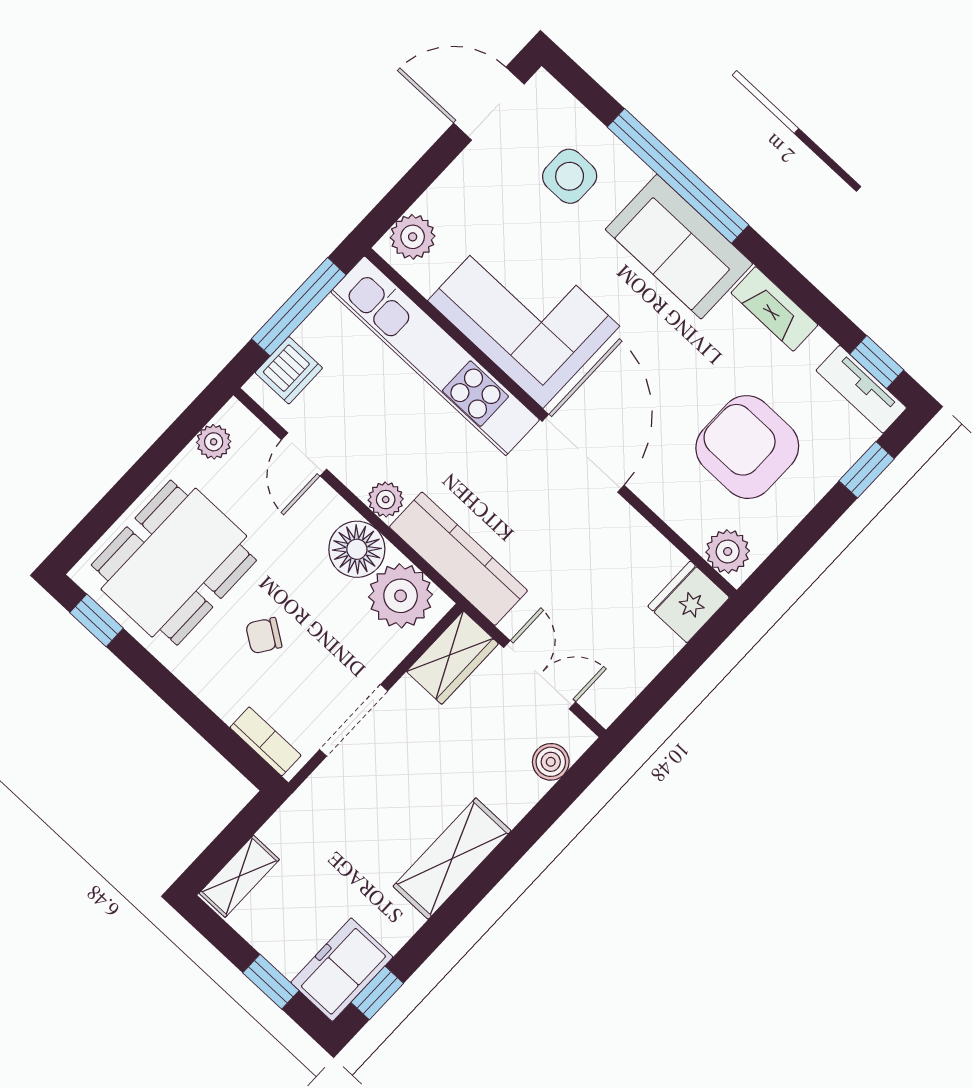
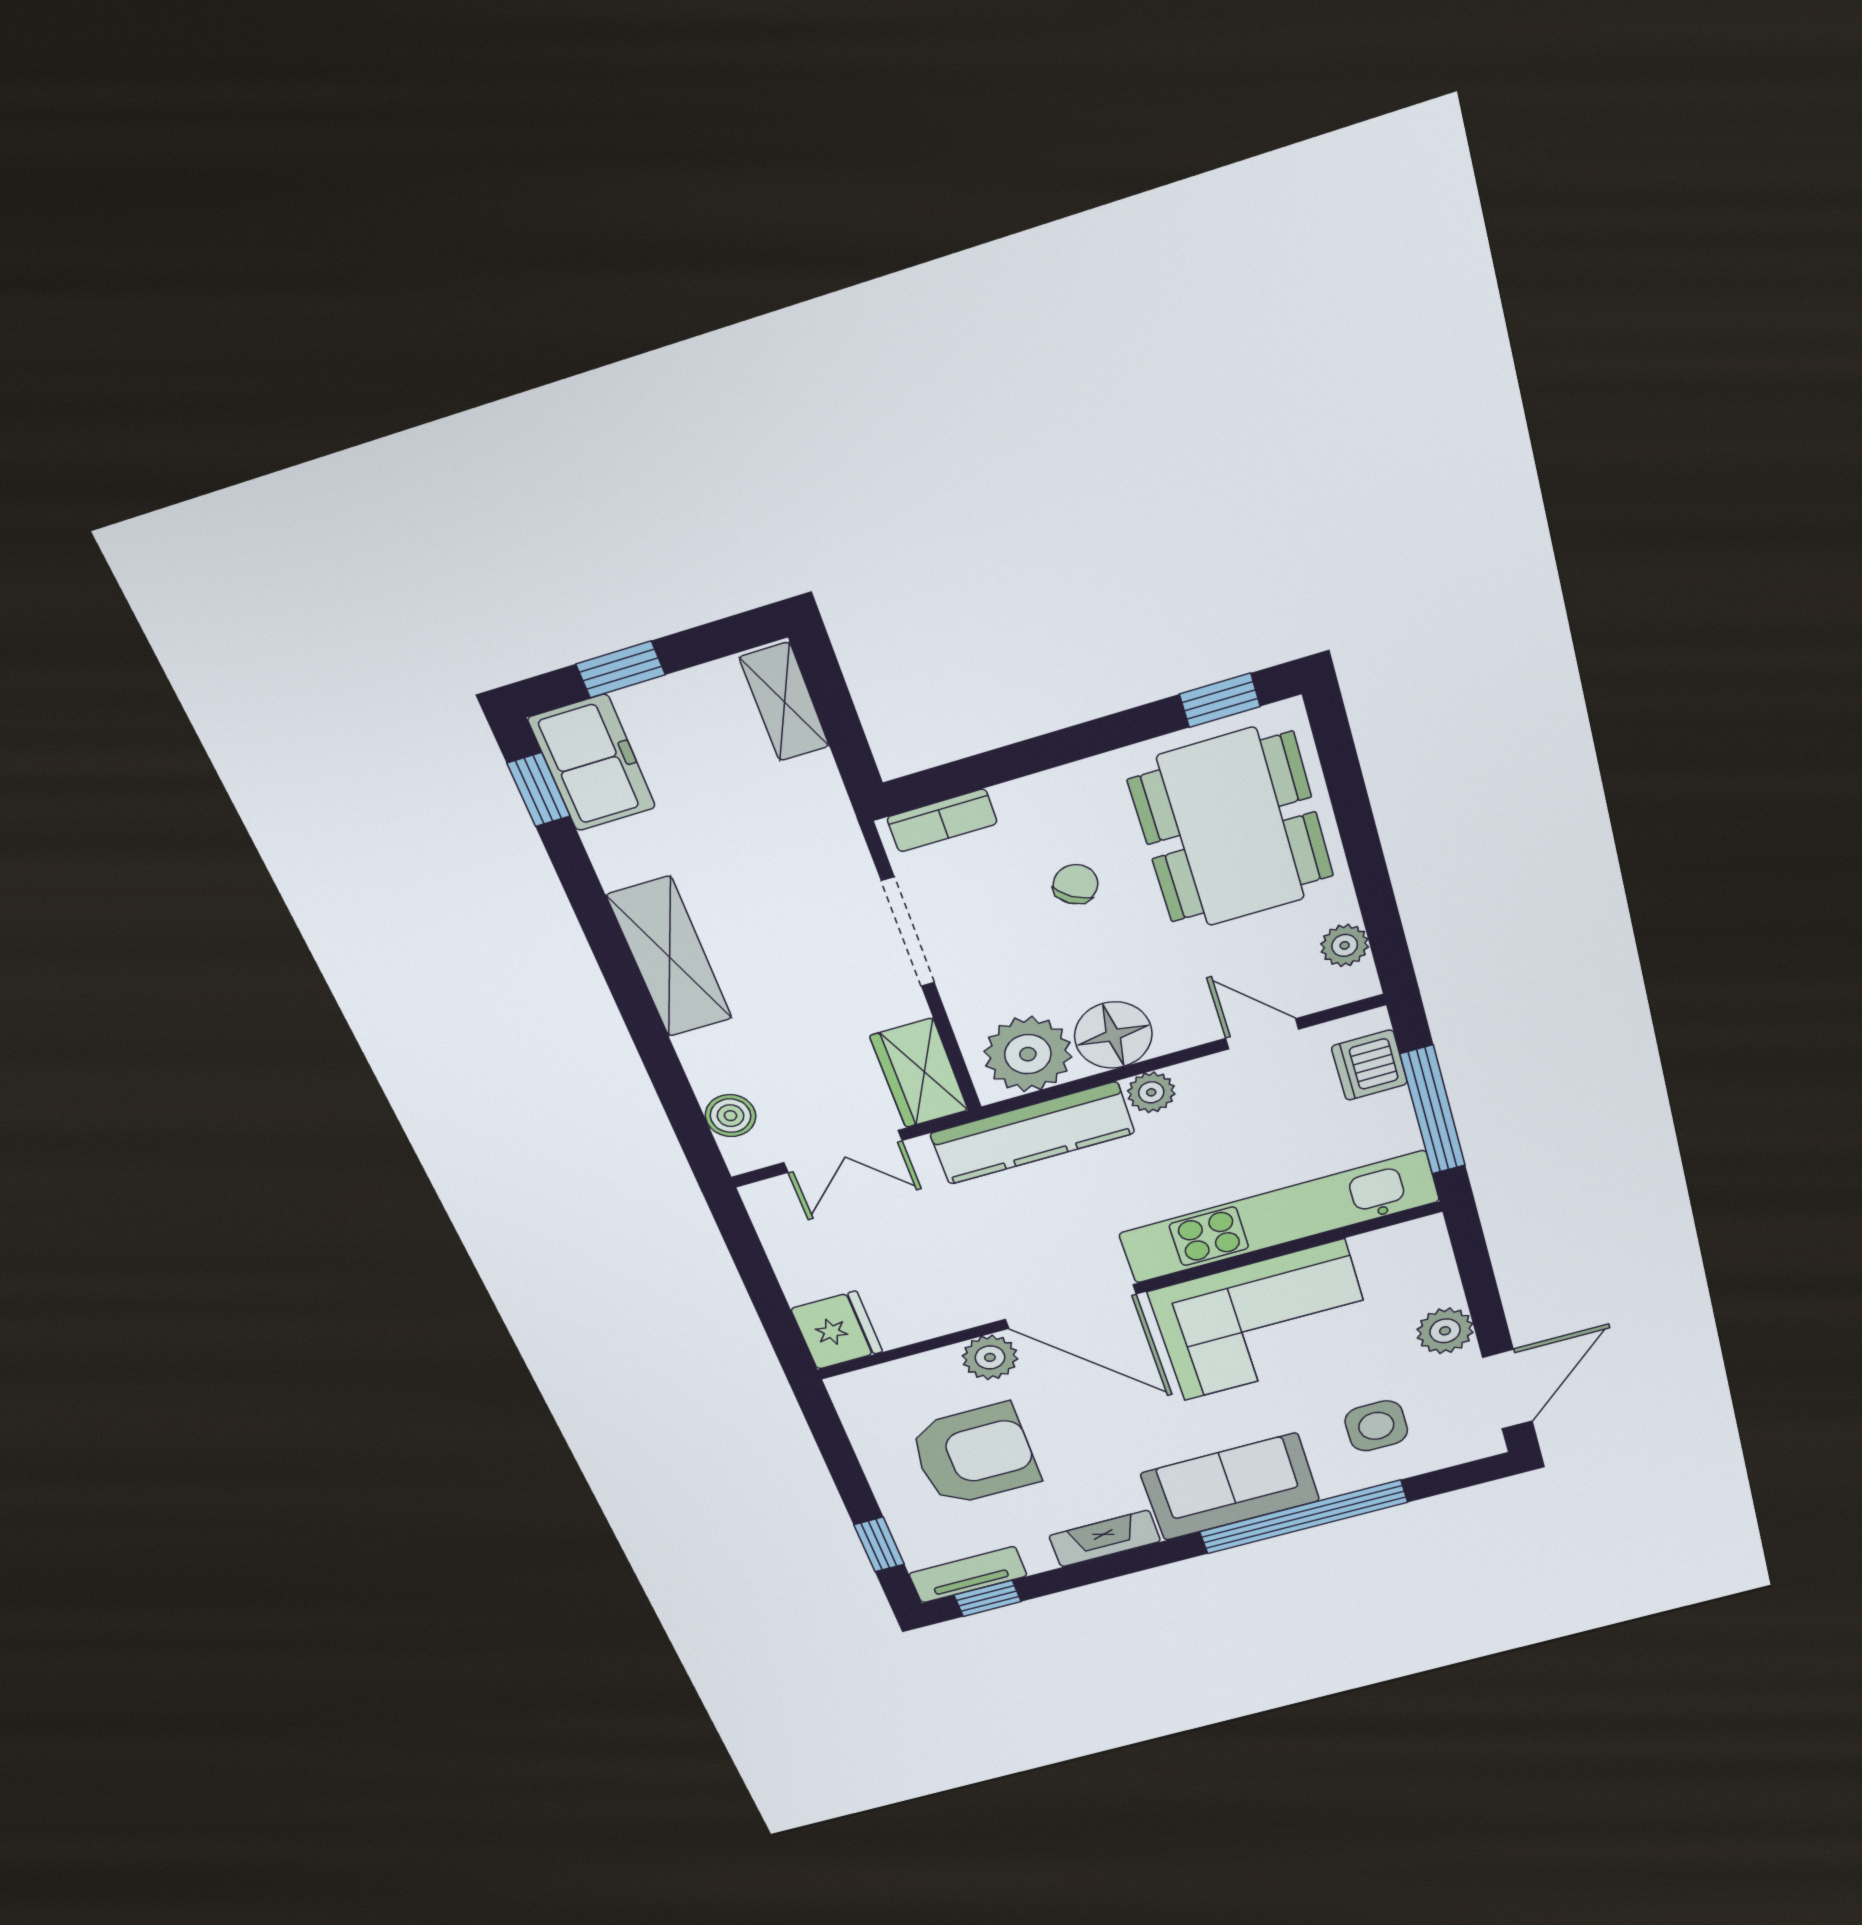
plant: (413, 237) -> (1445, 1331), moved
plant: (728, 551) -> (990, 1357), moved

